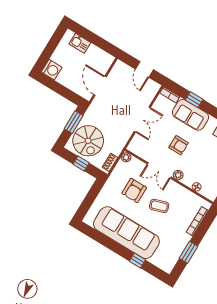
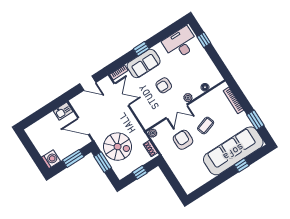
kitchen sink: (80, 43) -> (63, 111), moved
window: (63, 91) -> (73, 158), added
window: (194, 100) -> (141, 49), moved
double door: (142, 119) -> (121, 94), moved
spiral stairs: (88, 141) -> (118, 147), moved
armchair: (179, 145) -> (164, 85), turned 180
armchair: (134, 190) -> (183, 140), turned 180
sofa: (126, 233) -> (233, 151), moved

